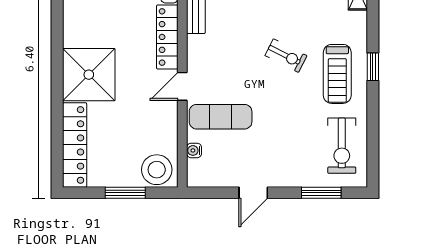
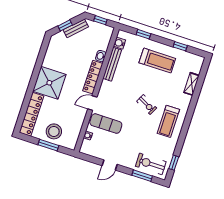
window: (373, 67) -> (174, 163), moved
exercise bike: (342, 146) -> (151, 164), moved, turned 90
stool: (157, 170) -> (54, 131), moved

